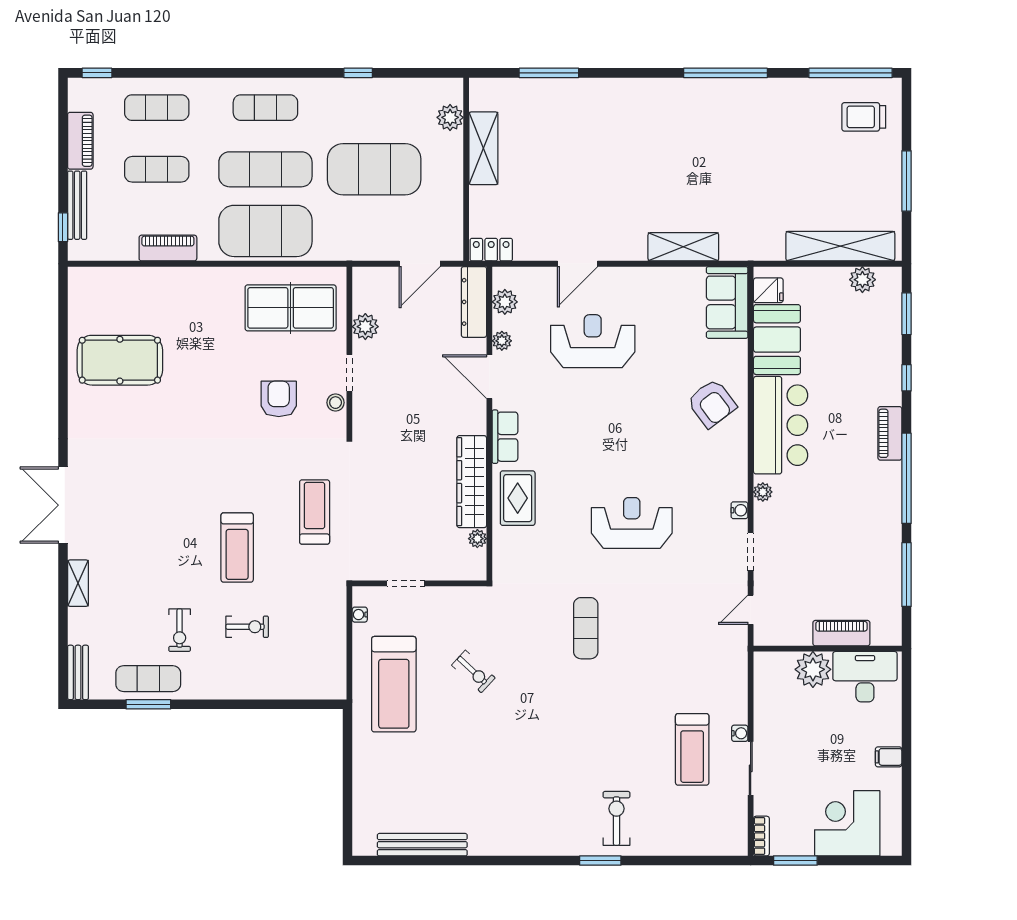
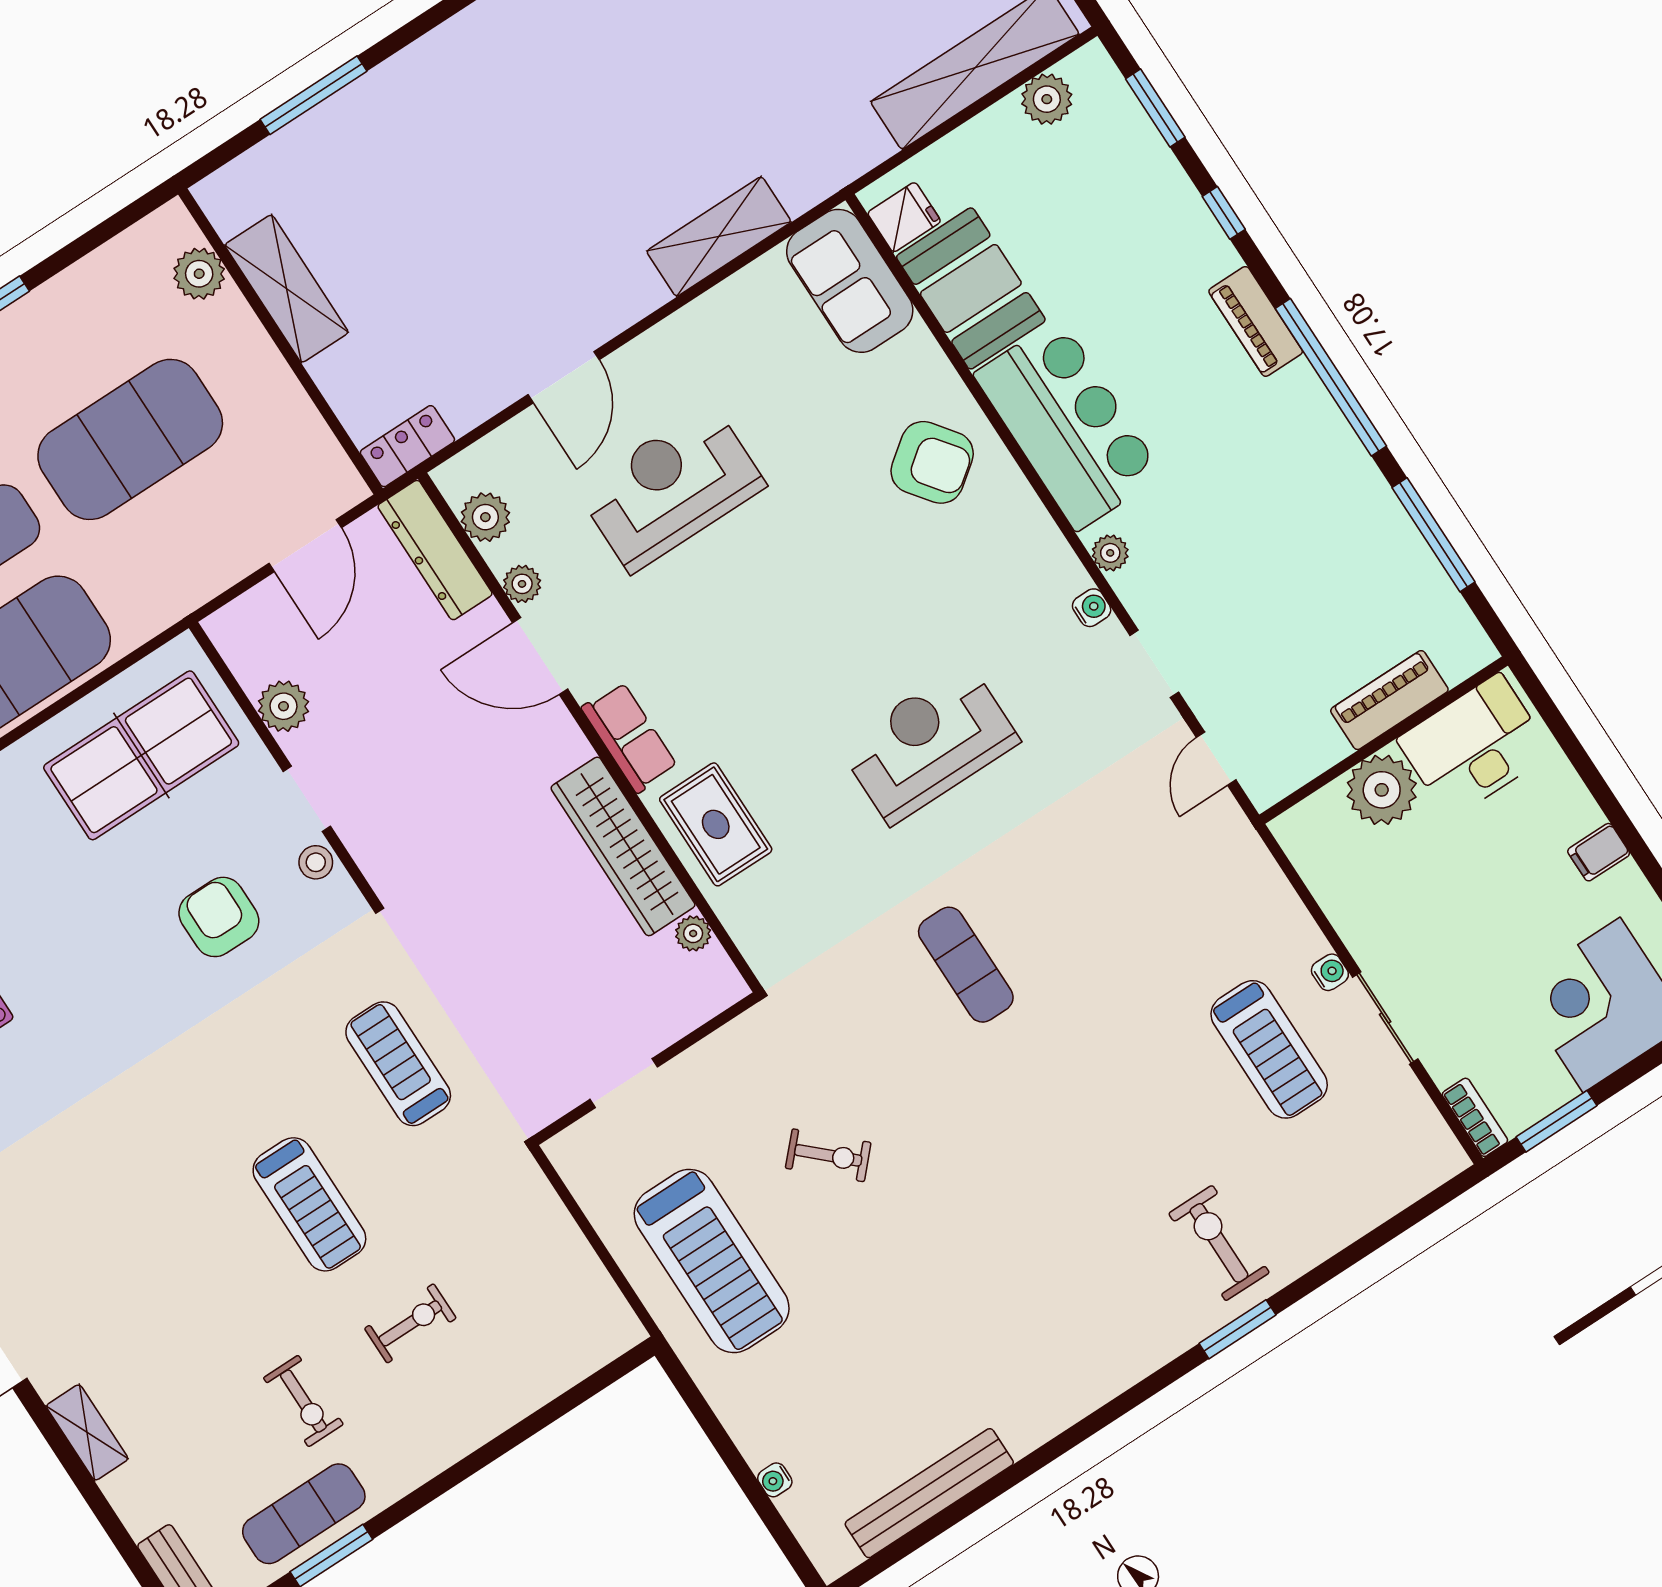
water cooler: (360, 615) -> (775, 1480), moved

